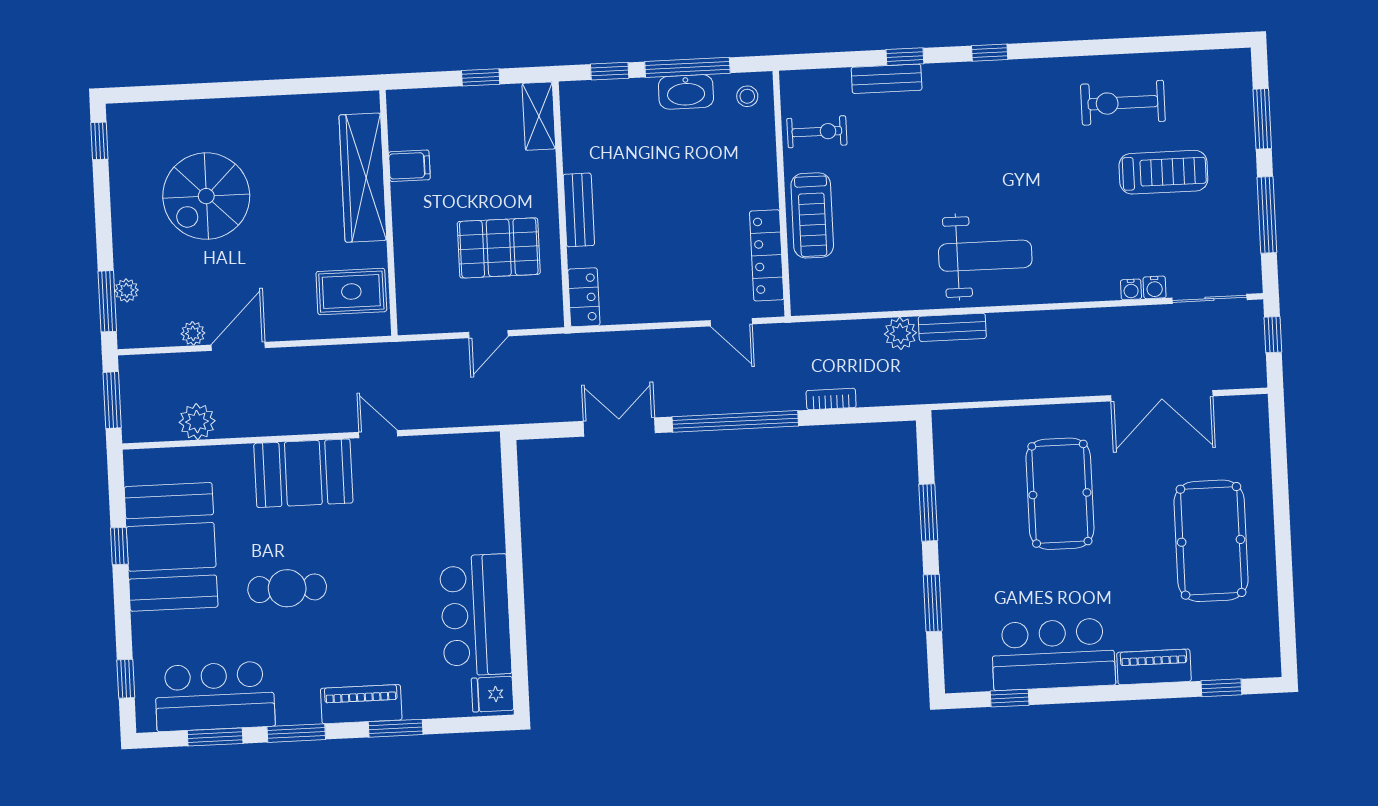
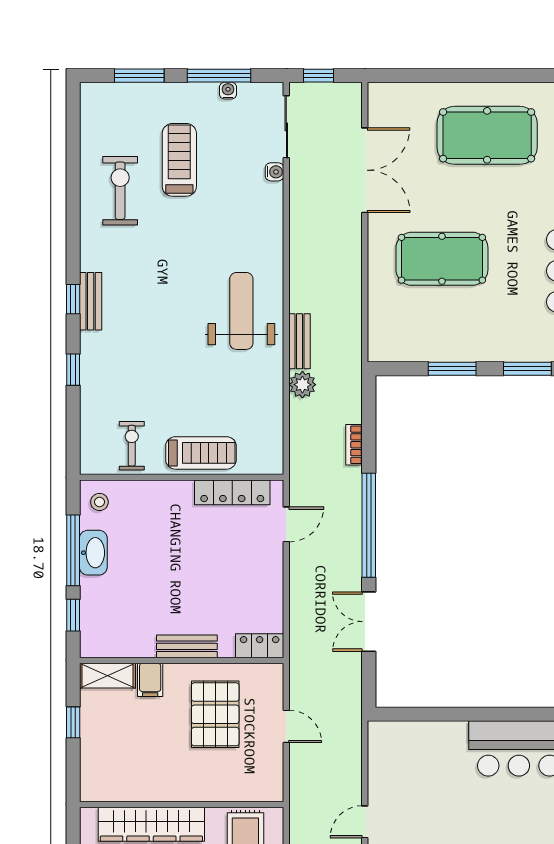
bench: (887, 79) -> (91, 301), moved
exercise bike: (1123, 103) -> (120, 191), turned 180
filing cabinet: (409, 166) -> (150, 680), moved, turned 180
water cooler: (1131, 289) -> (228, 91), moved, turned -90

